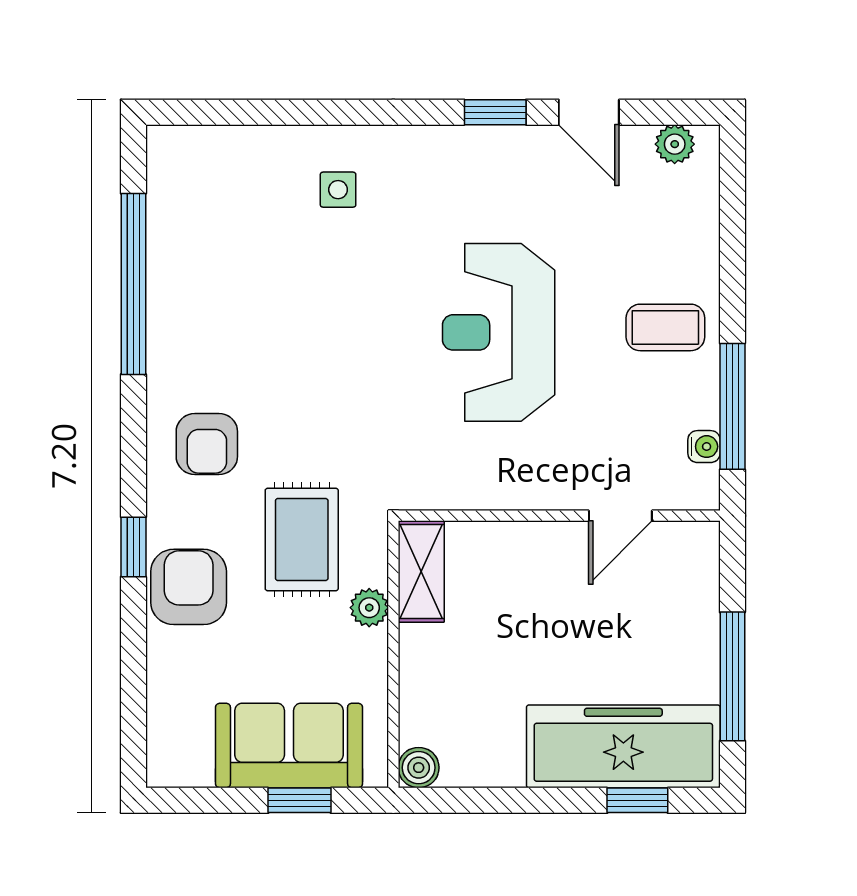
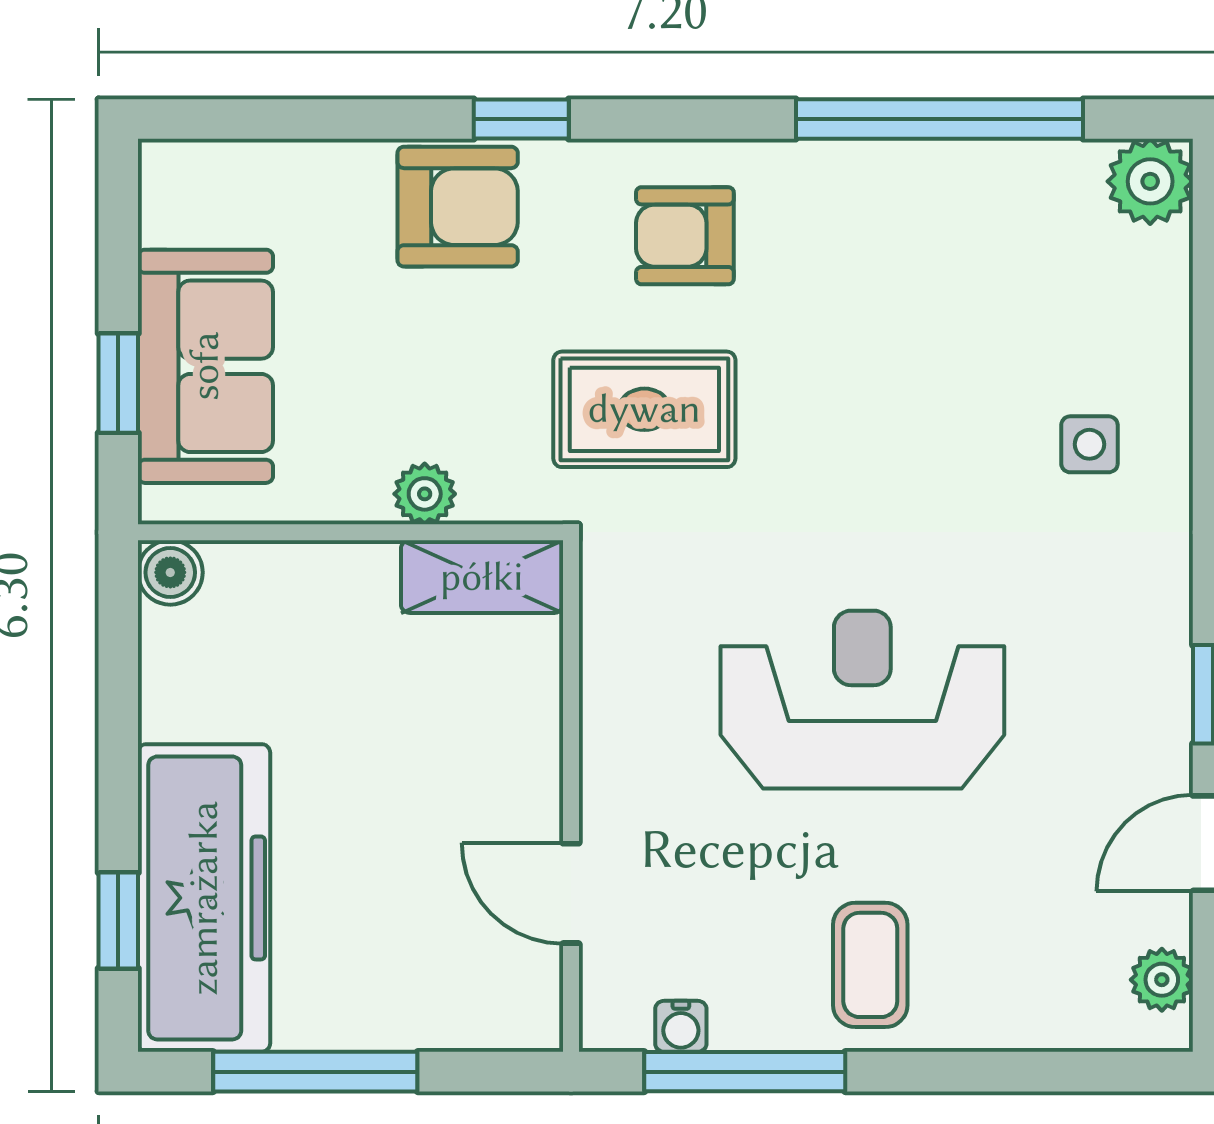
plant: (173, 151) -> (1150, 181), added
rug: (302, 539) -> (644, 409), moved

